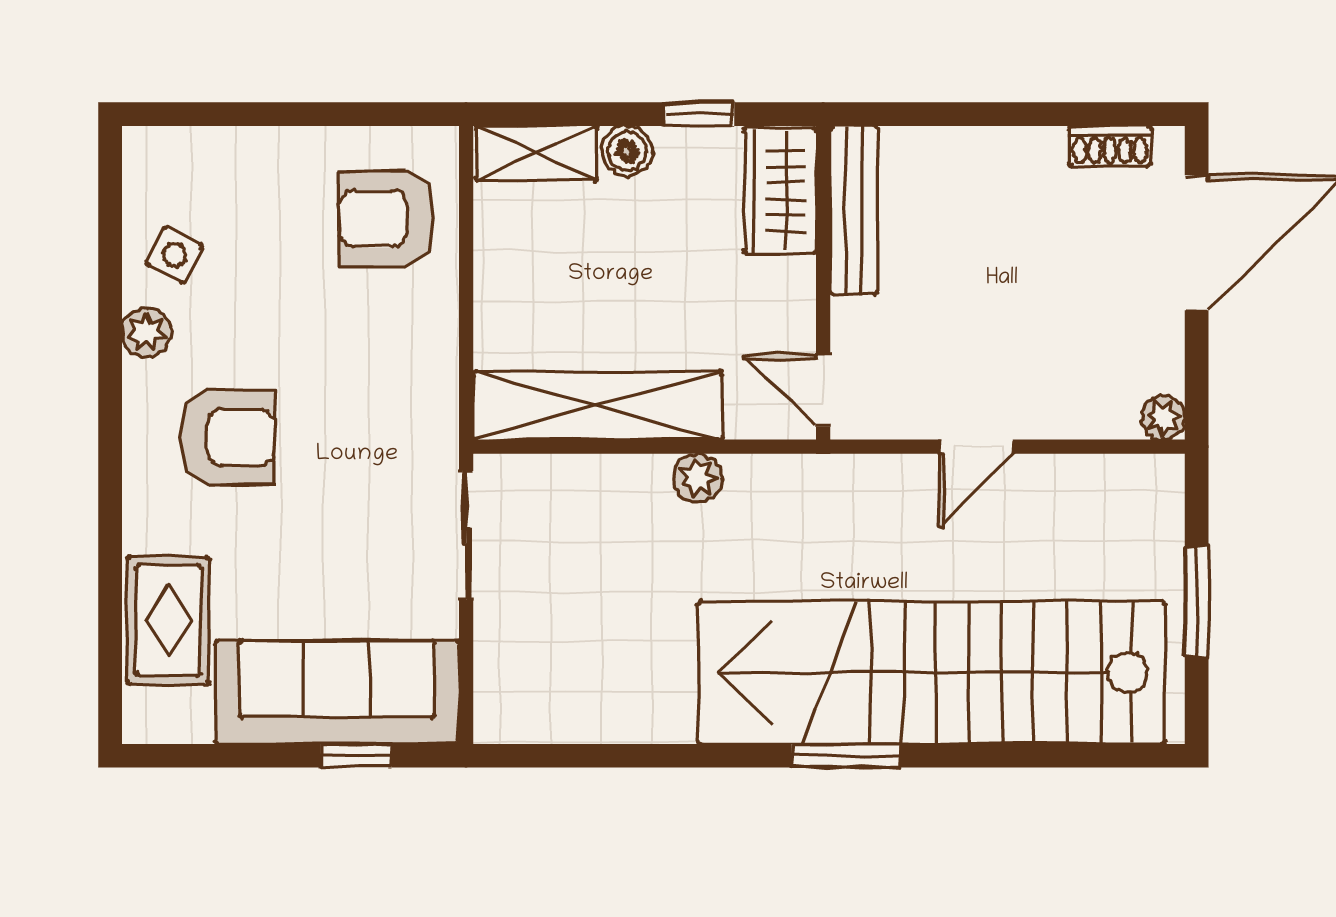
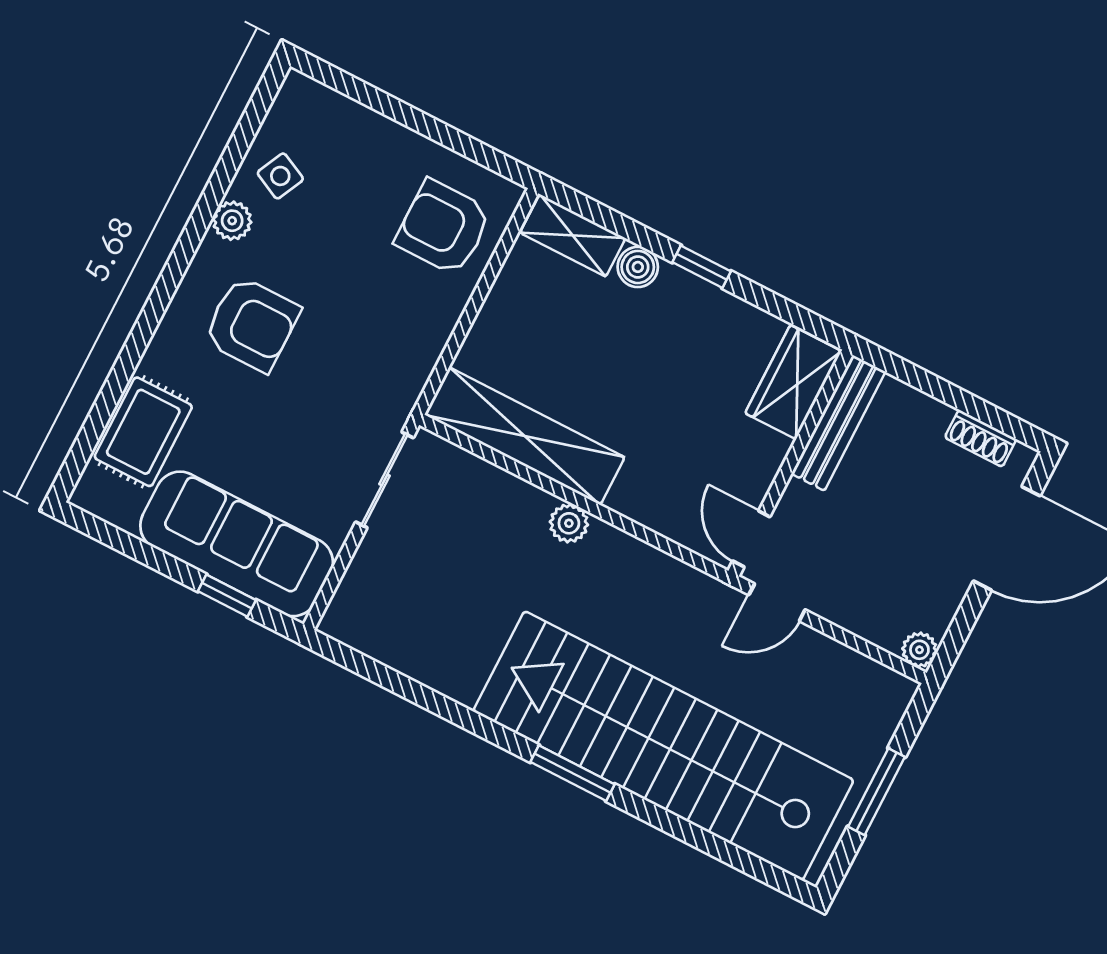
wardrobe: (780, 191) -> (793, 382), moved
bench: (854, 210) -> (838, 423), moved
wall: (823, 283) -> (790, 463), moved
door: (823, 390) -> (751, 539), moved

